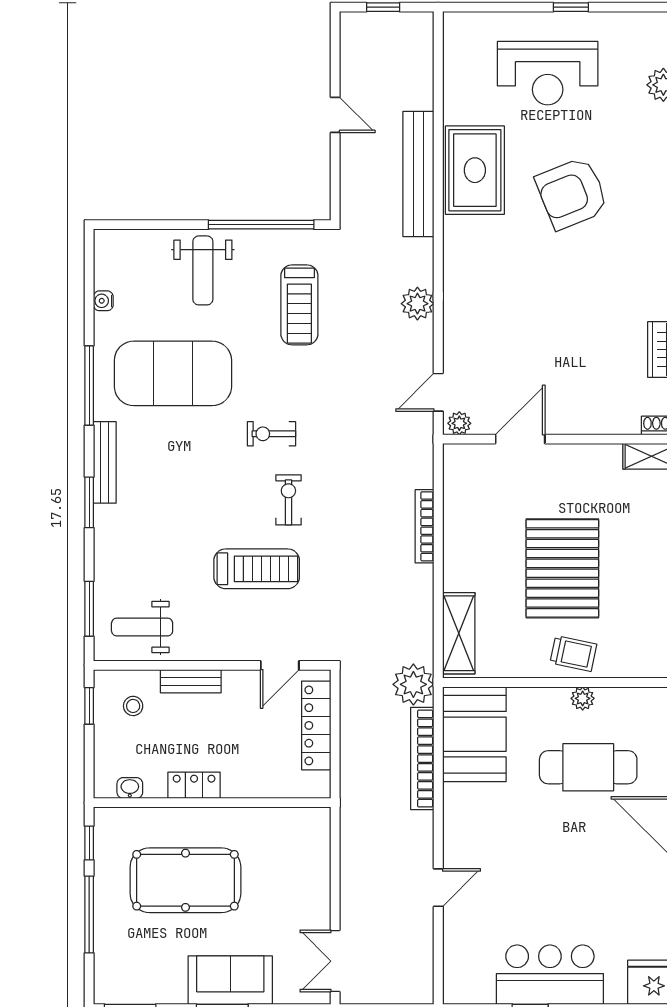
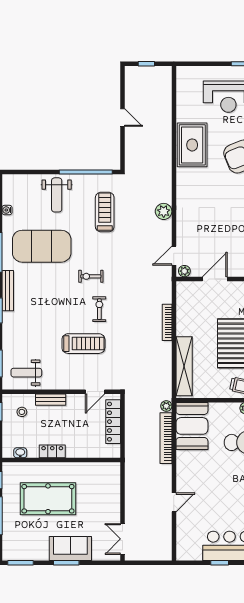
bench: (418, 174) -> (164, 147), removed
treadmill: (299, 305) -> (105, 212), turned 180
shelving: (459, 633) -> (184, 366), width x1.47
plant: (413, 684) -> (166, 406), width x0.53, depth x0.53

